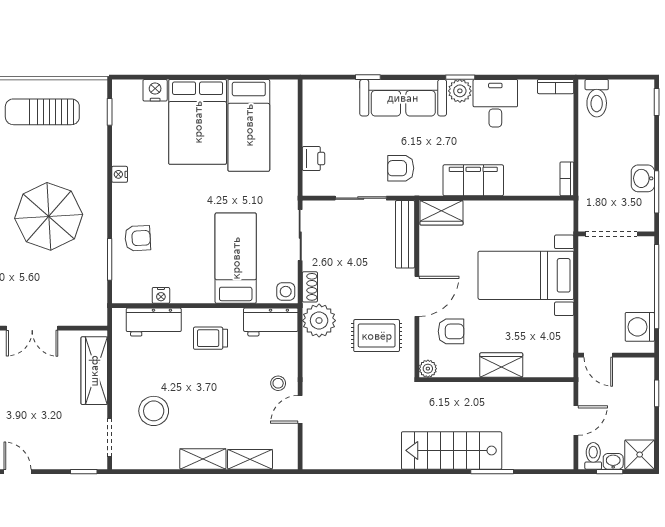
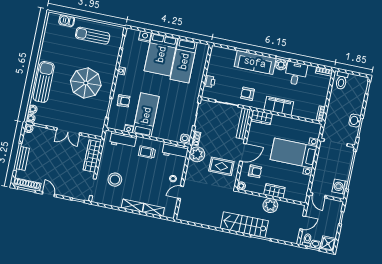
bed: (236, 258) -> (146, 115), moved
plant: (499, 398) -> (270, 205), added

